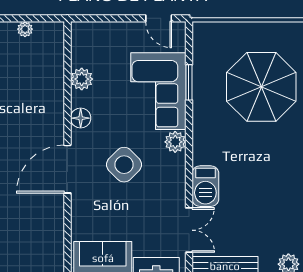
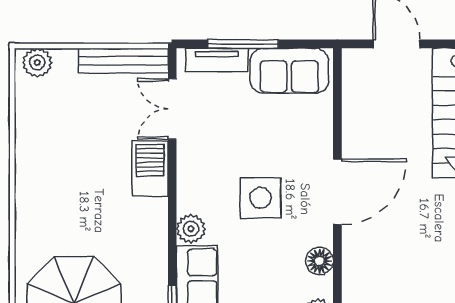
side table: (124, 165) -> (261, 198), turned 45

